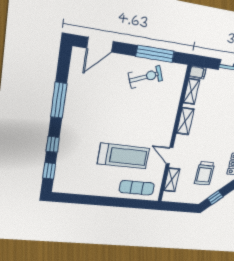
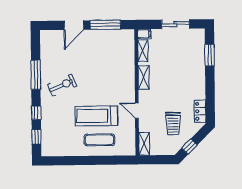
door: (100, 45) -> (74, 25), moved
exercise bike: (145, 77) -> (62, 85), moved
treadmill: (123, 156) -> (96, 116), turned 180
shelving: (172, 180) -> (144, 144), moved
exercise mat: (137, 188) -> (99, 140), moved

